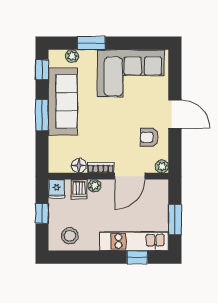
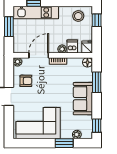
sofa: (63, 102) -> (83, 99), width x0.73
window: (42, 115) -> (97, 82), moved
floor lamp: (79, 166) -> (87, 62), moved
window: (42, 214) -> (97, 20), moved

